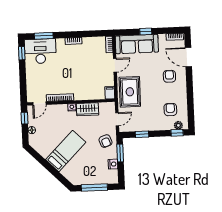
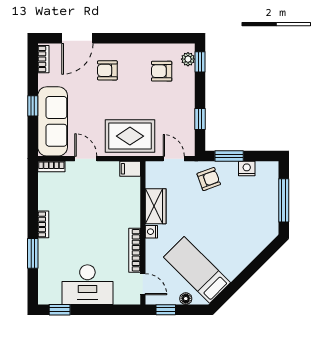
window: (44, 36) -> (33, 253), moved
desk: (40, 51) -> (87, 285), moved, turned -90
bed: (66, 151) -> (197, 270), moved

